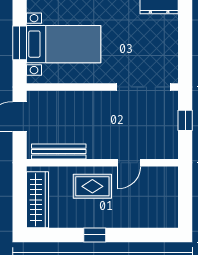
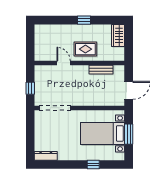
bench: (59, 152) -> (101, 70), width x0.73
door: (129, 163) -> (64, 63), hinge flipped
wardrobe: (37, 200) -> (118, 35), width x0.67

